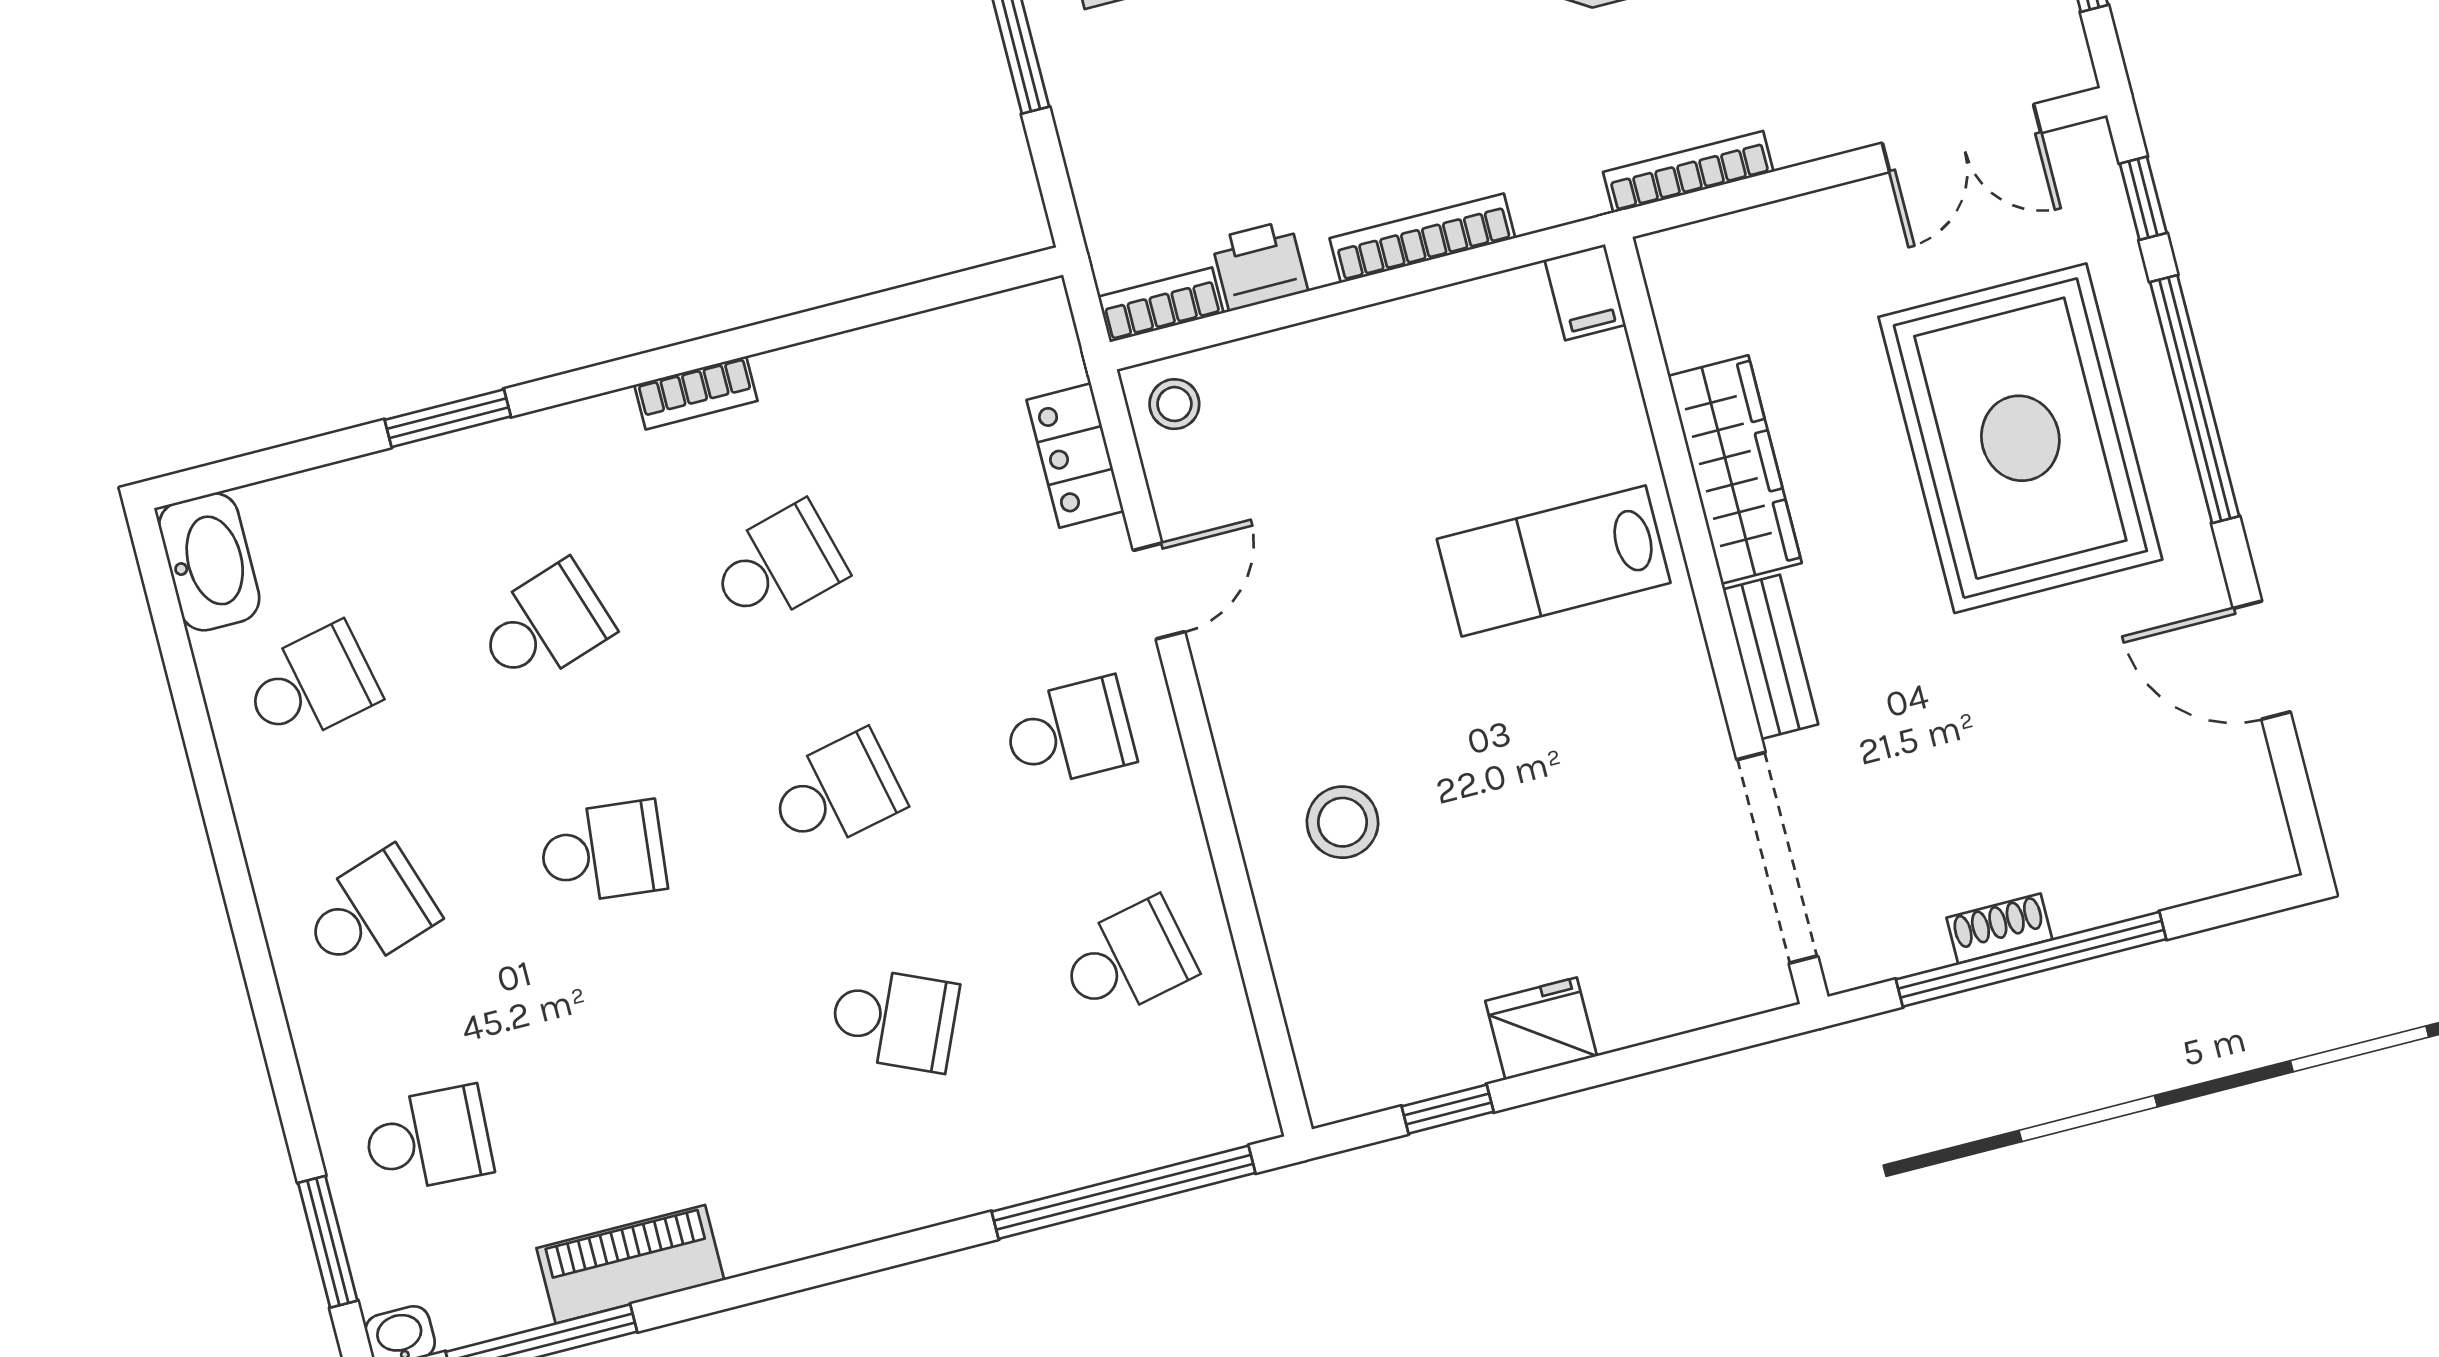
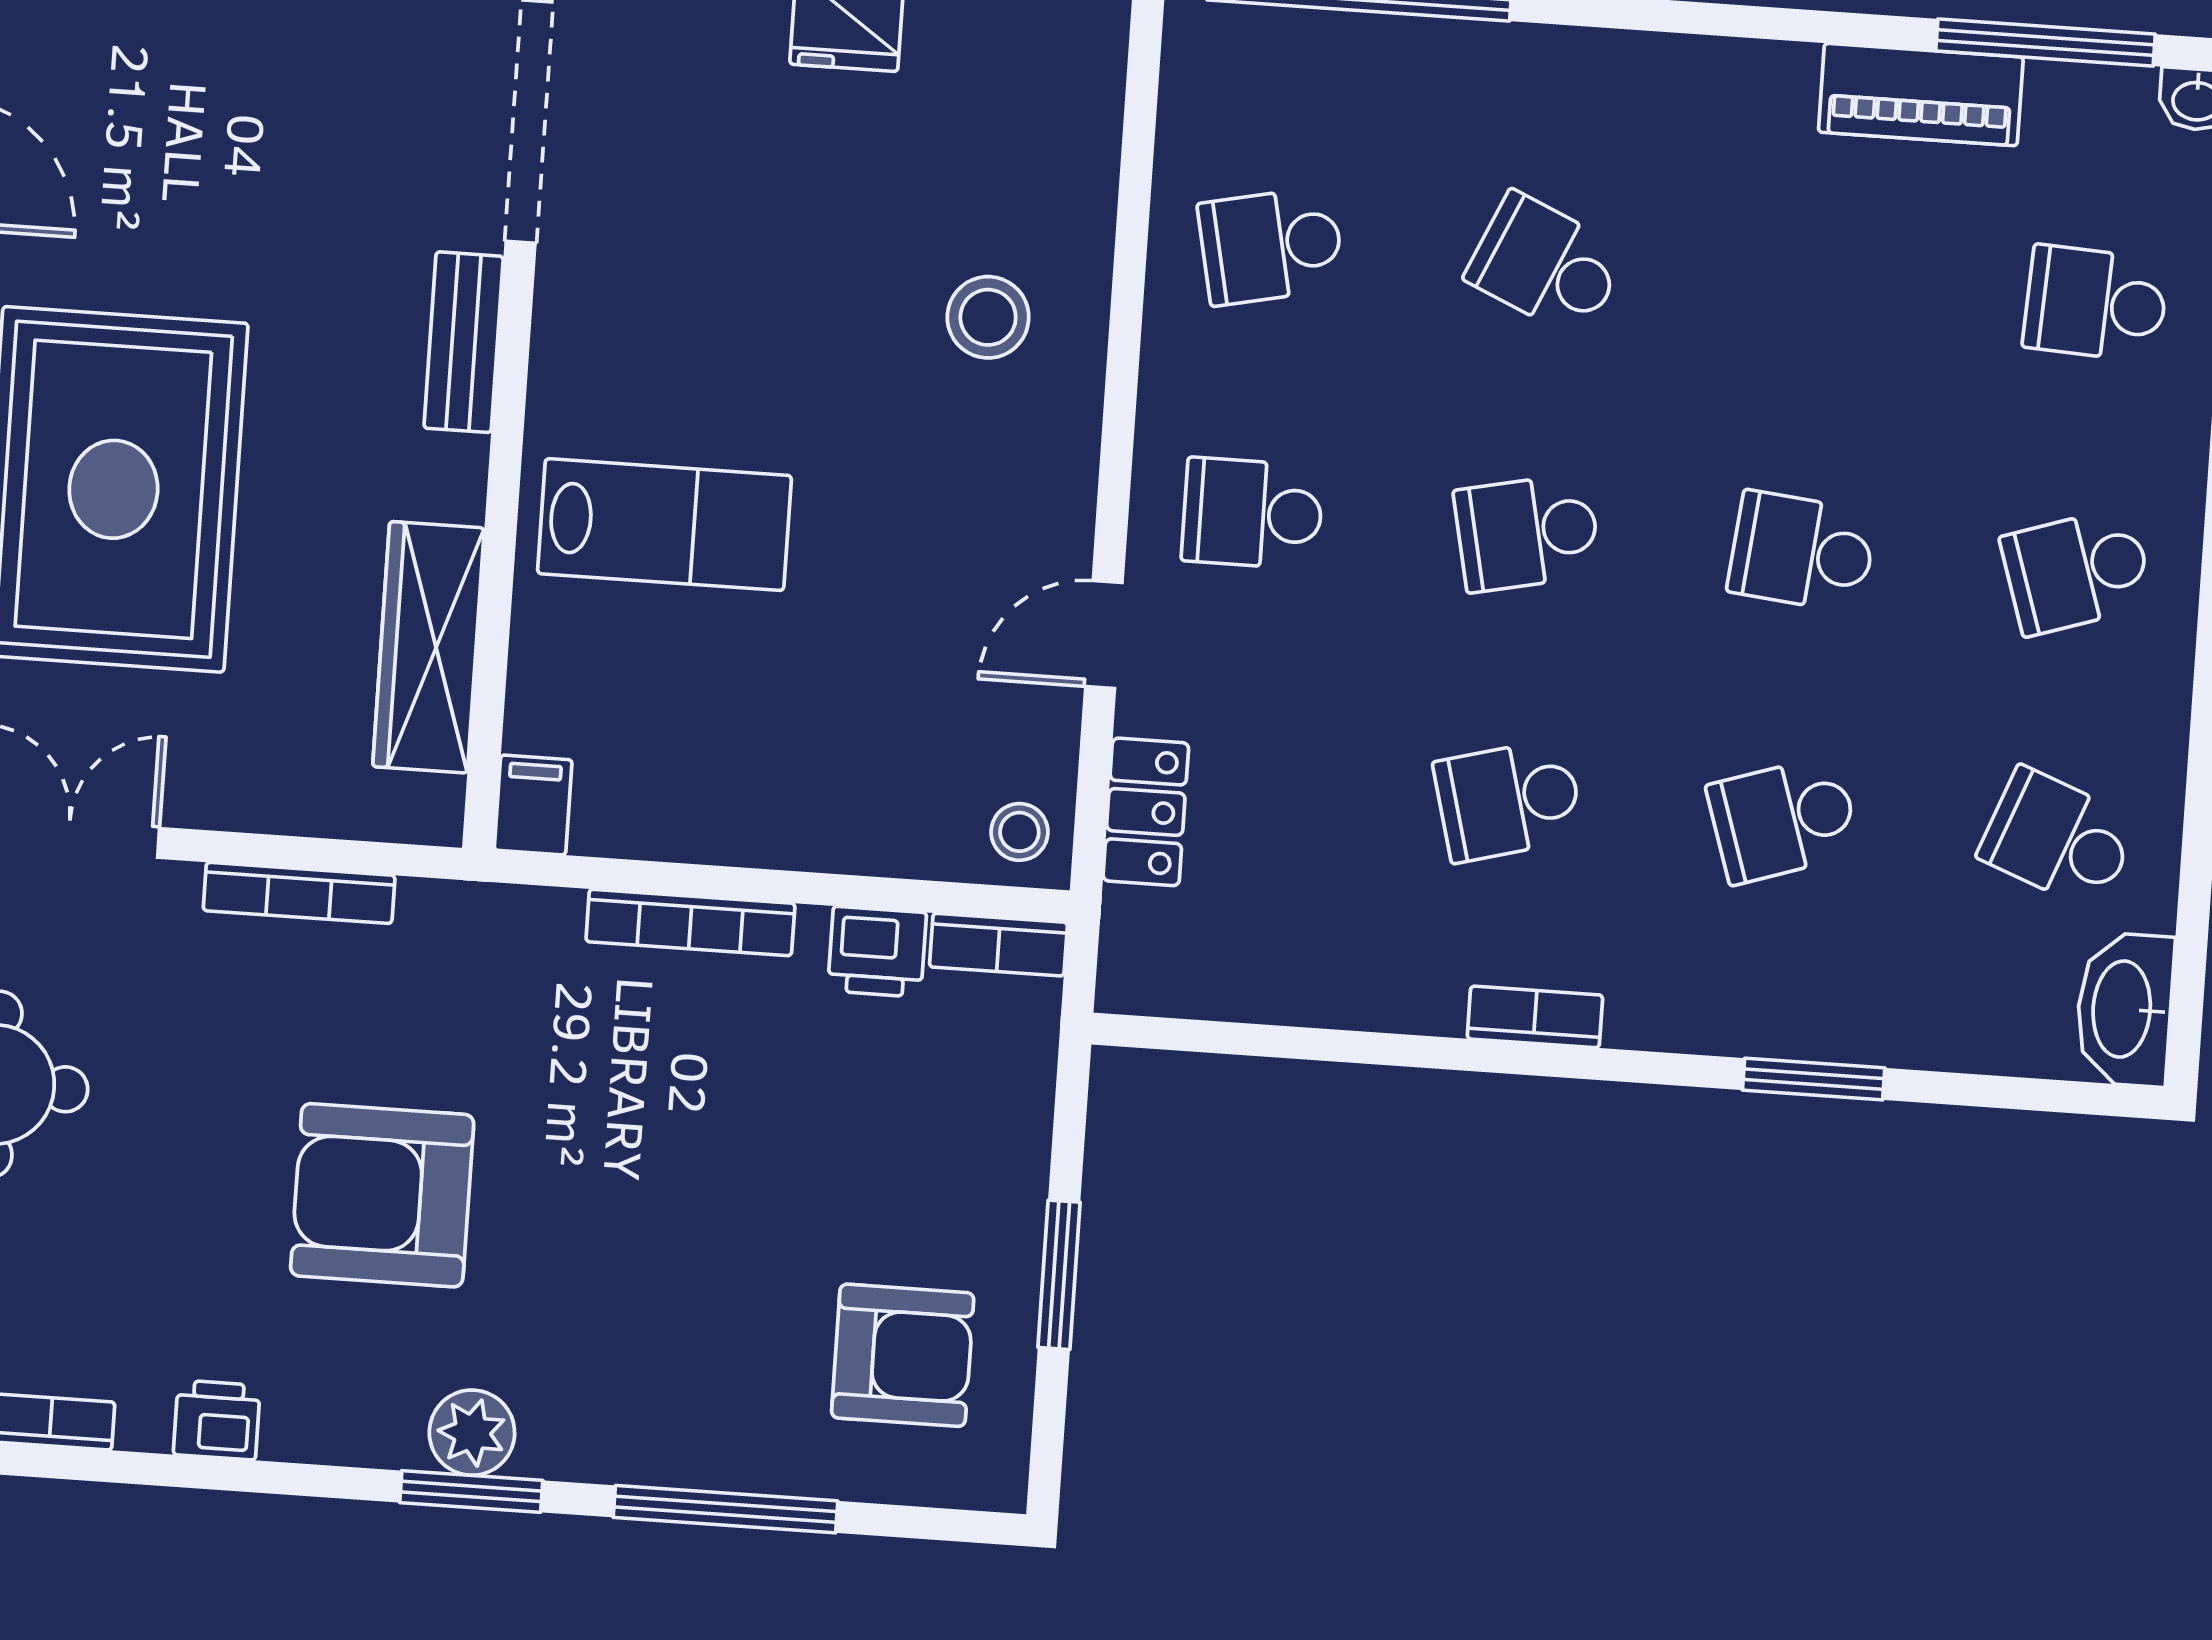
bookcase: (1688, 172) -> (299, 893), moved
wardrobe: (1735, 470) -> (428, 647), moved
school desk: (311, 685) -> (2058, 839), turned 33

